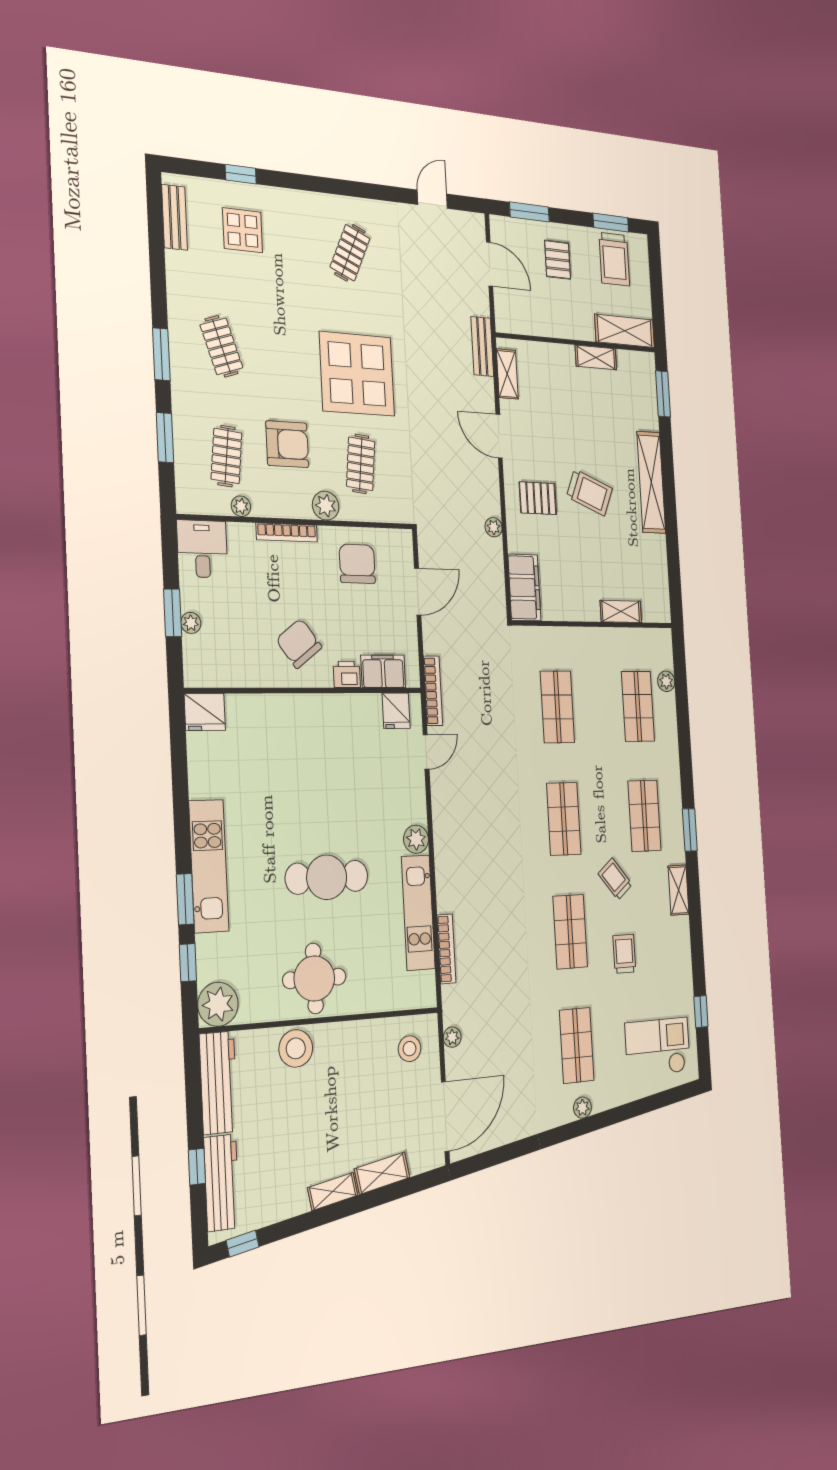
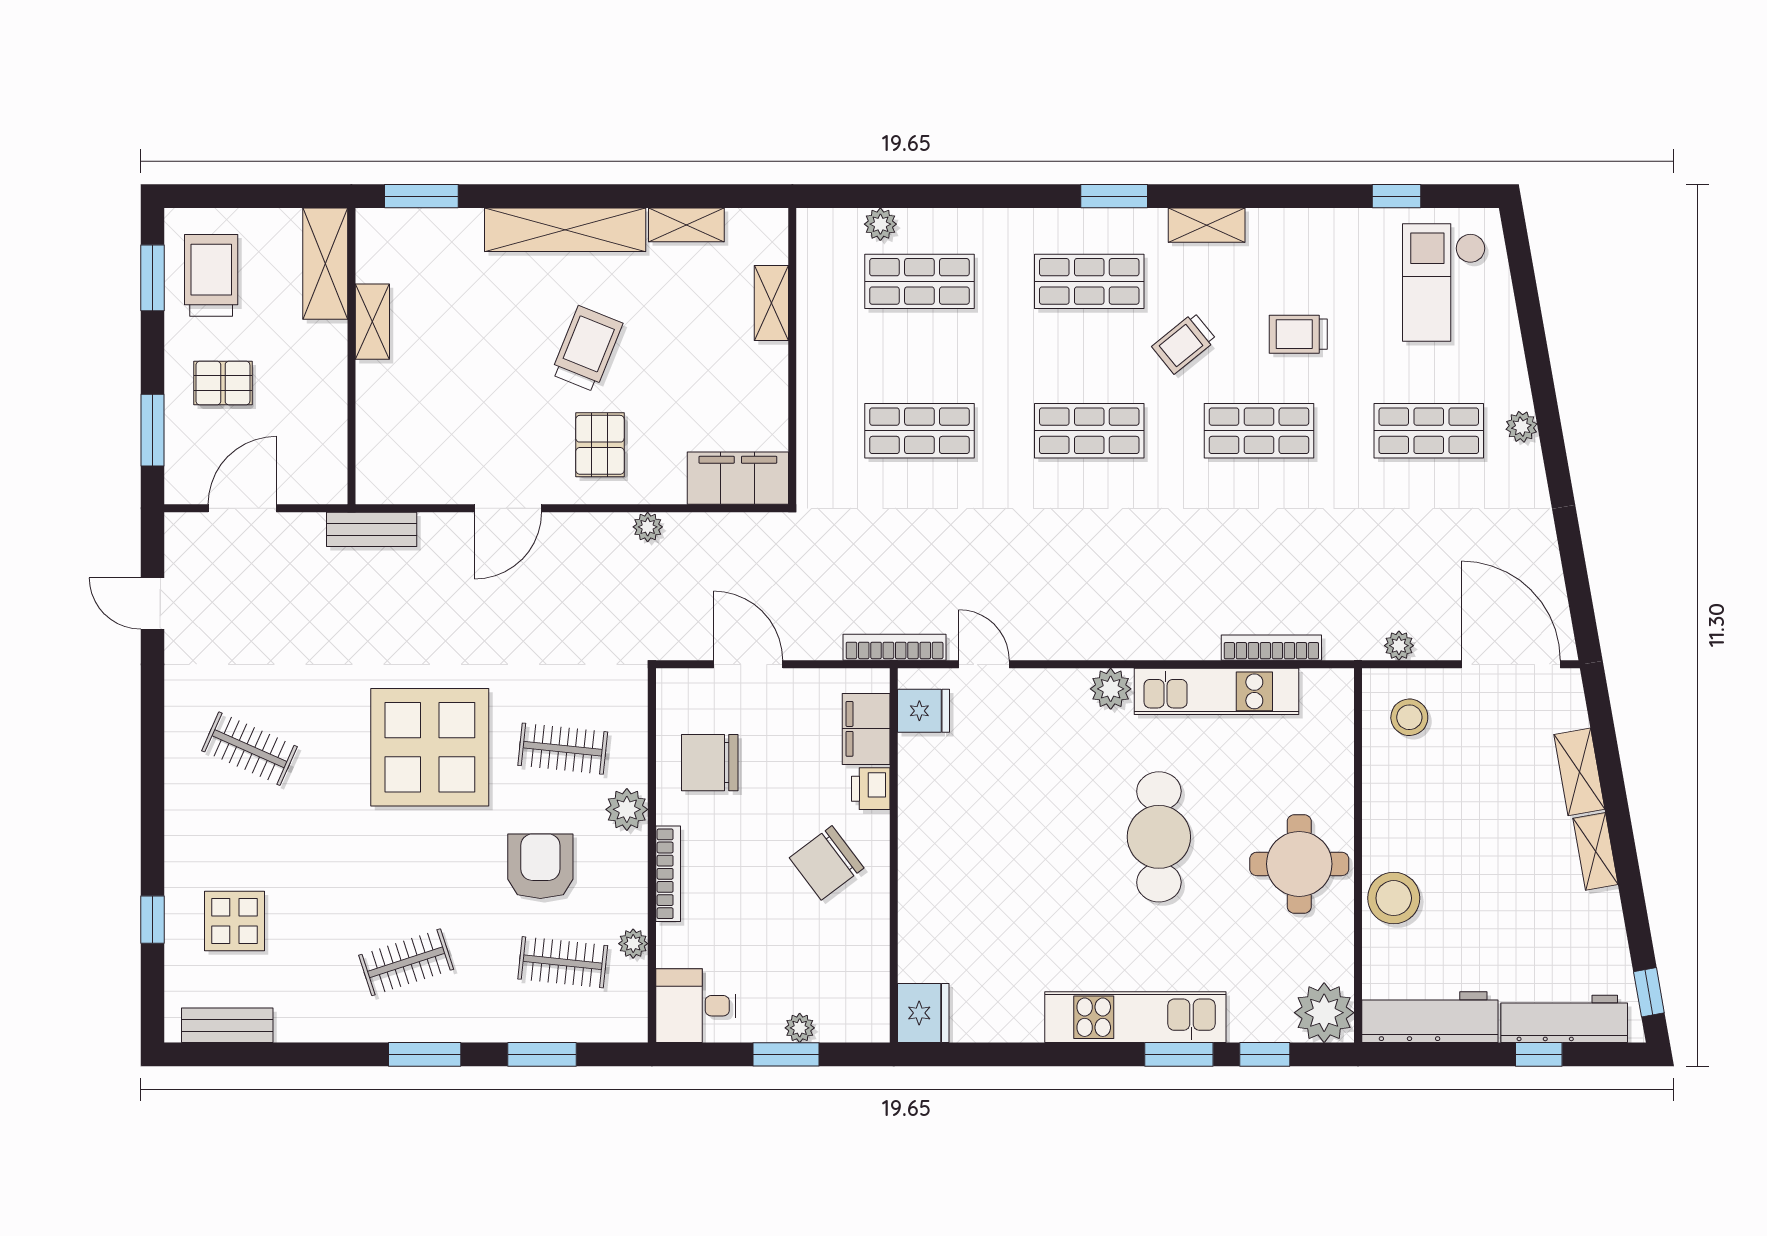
trolley: (614, 259) -> (211, 275), turned -90
shelving: (507, 374) -> (686, 225), moved

